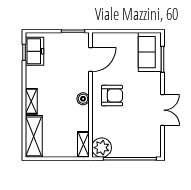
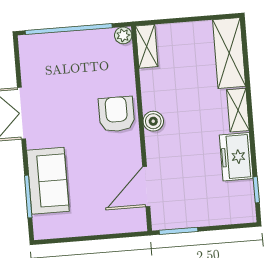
freezer: (35, 51) -> (236, 157), moved
sofa: (150, 52) -> (48, 181), moved
armchair: (112, 96) -> (117, 114), moved, turned 90
plant: (102, 148) -> (123, 35), width x0.53, depth x0.53

